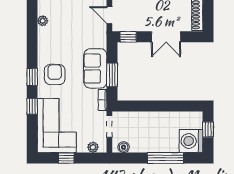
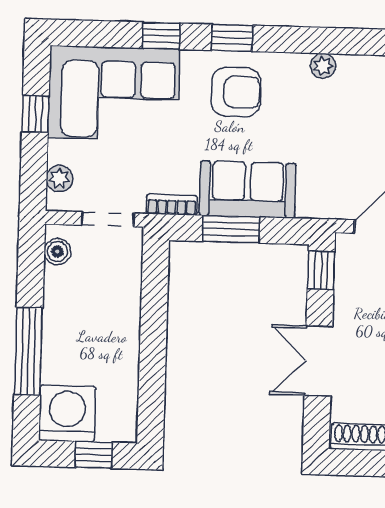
plant: (43, 21) -> (323, 66), moved

